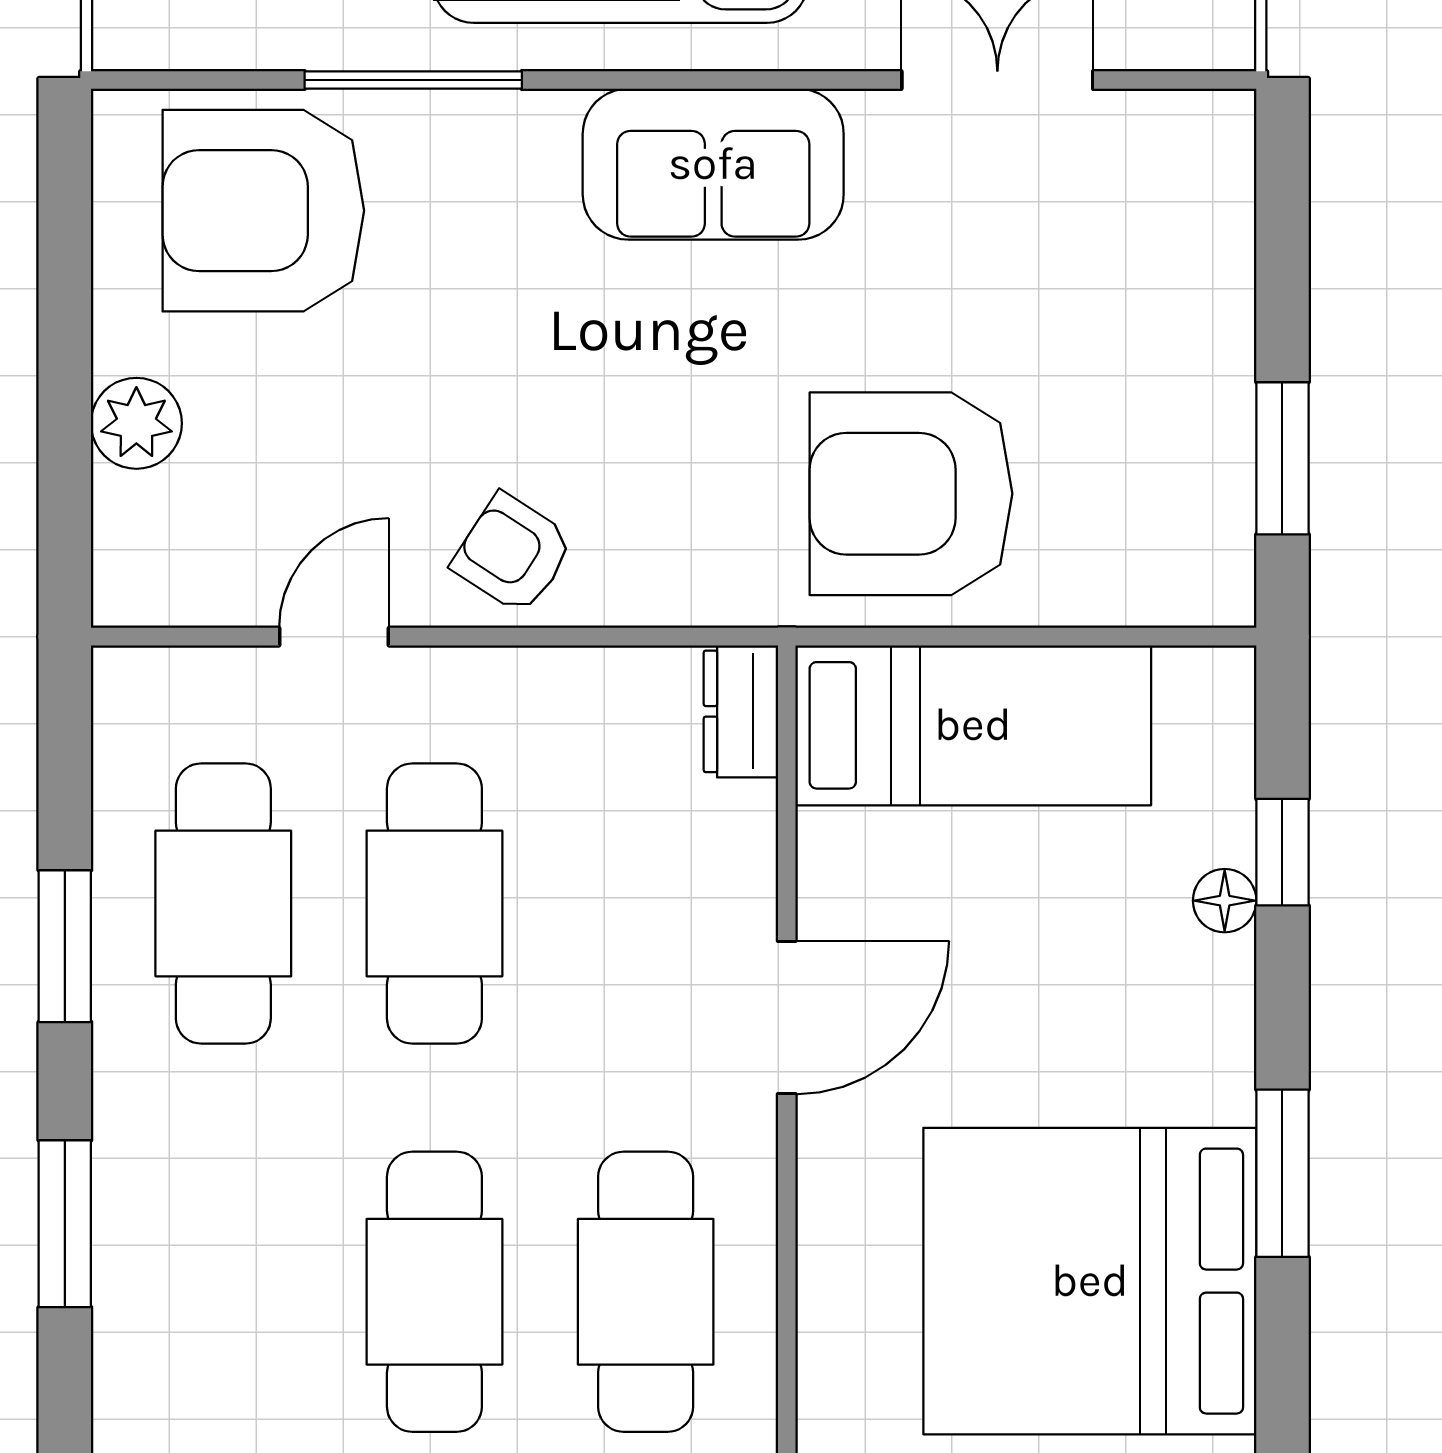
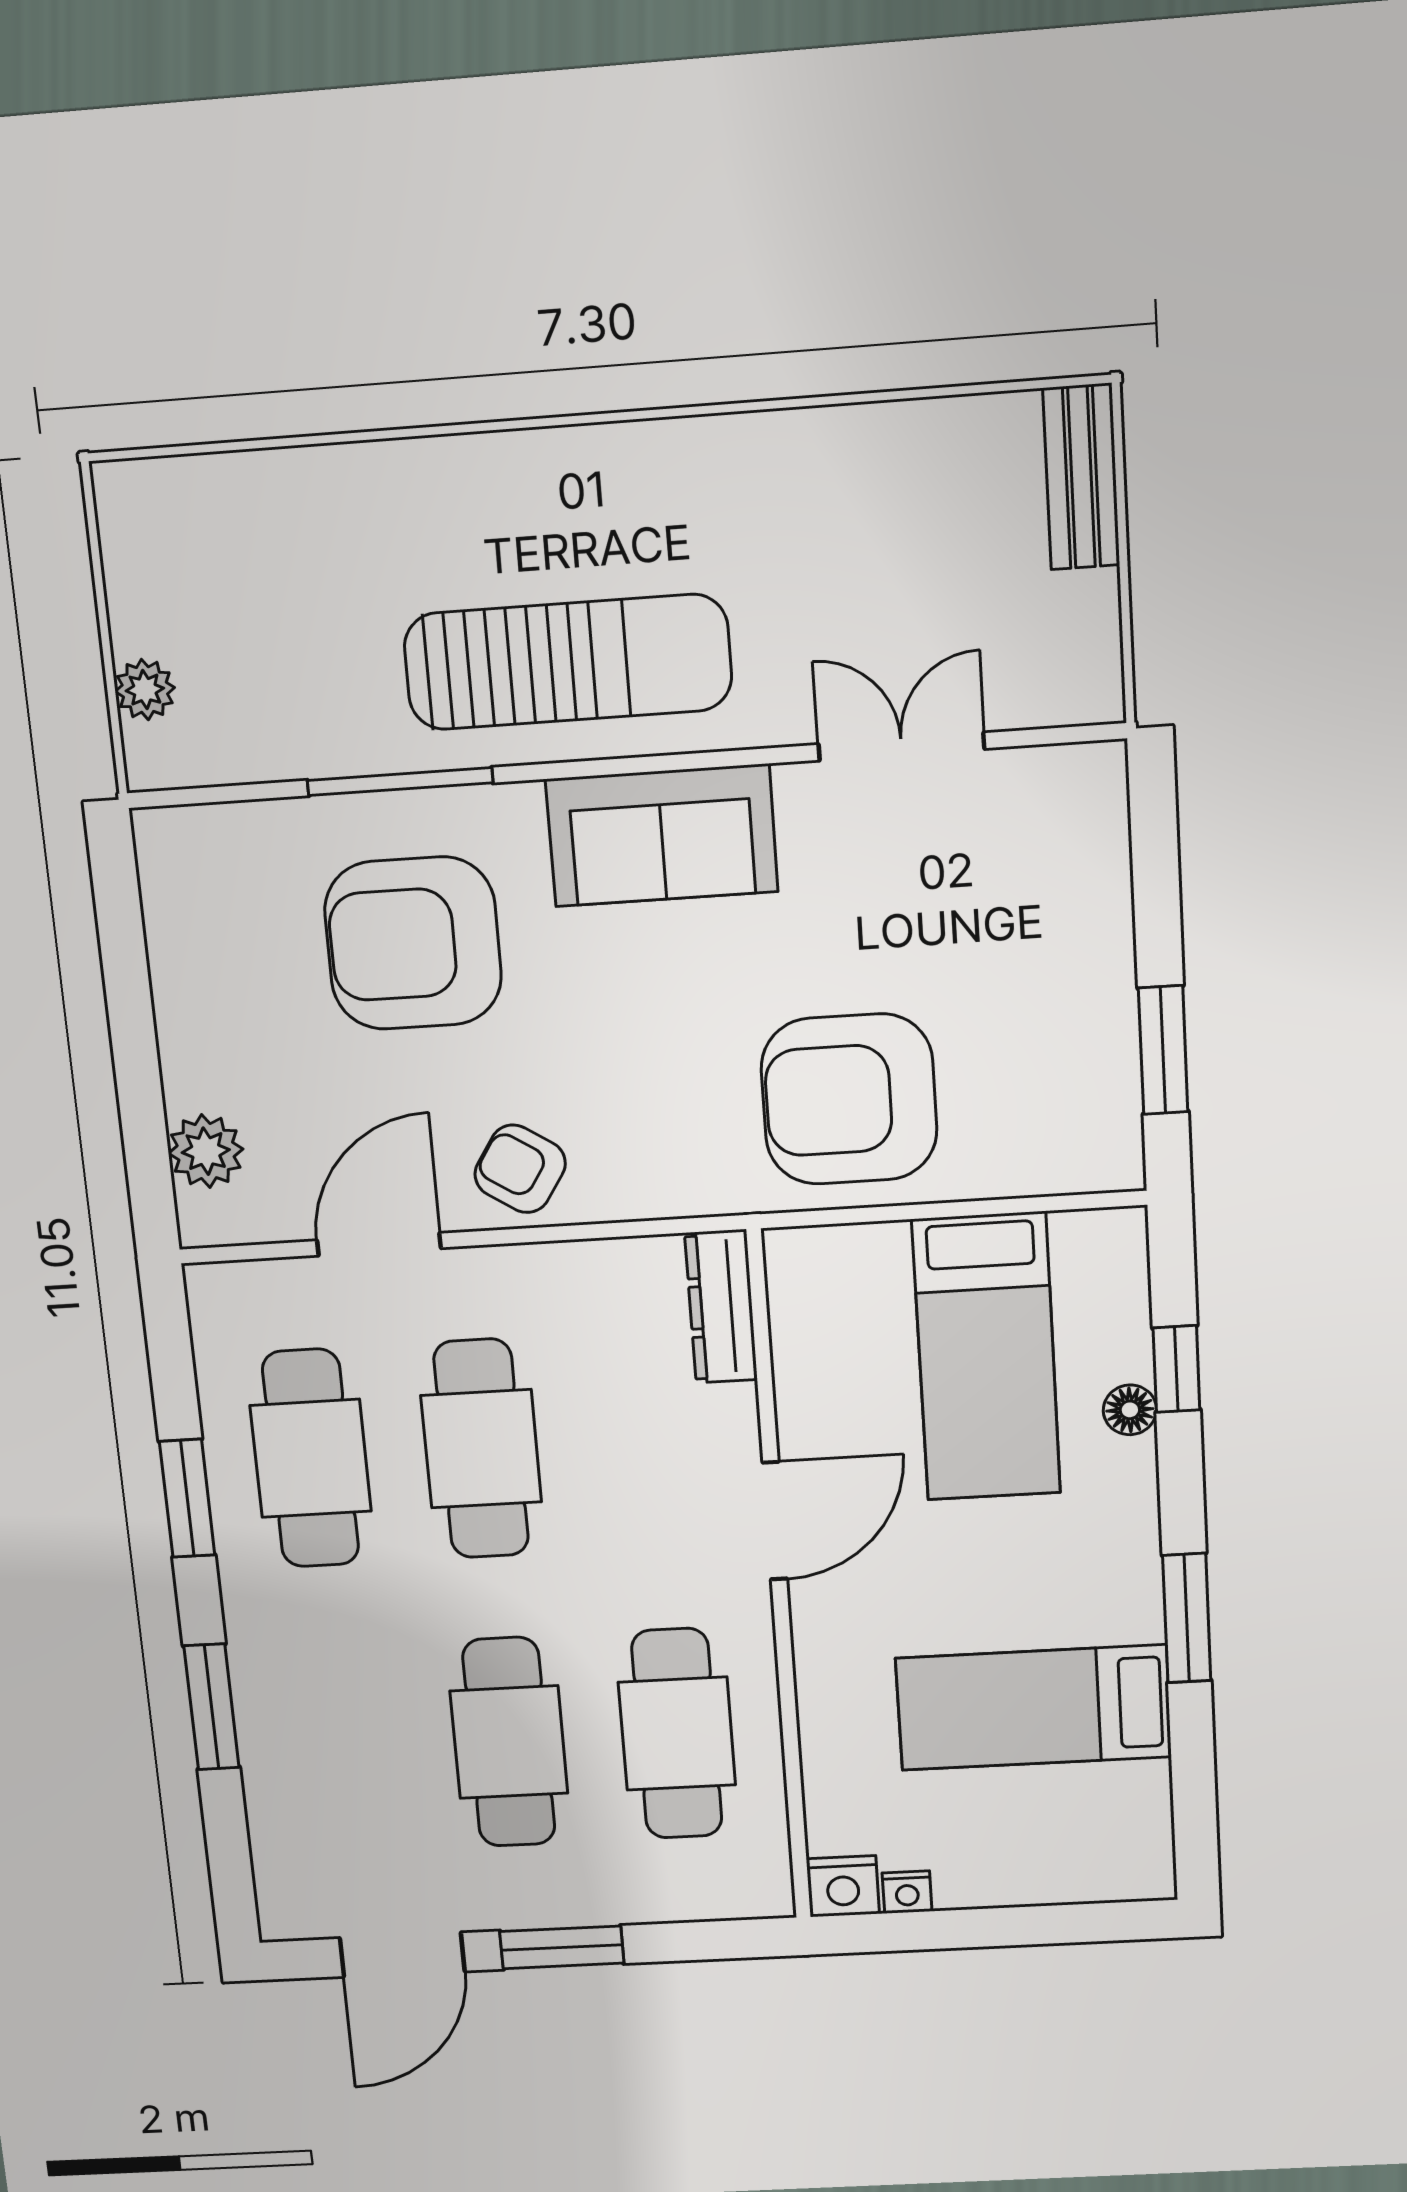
armchair: (263, 211) -> (413, 943), moved
plant: (136, 423) -> (206, 1151), moved
door: (334, 637) -> (379, 1244), width x1.37
dresser: (741, 711) -> (721, 1307), width x1.44
bed: (973, 725) -> (986, 1357), moved, turned 90
bed: (1090, 1281) -> (1034, 1708), width x0.49

